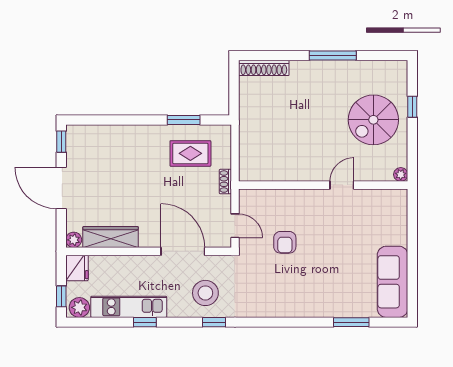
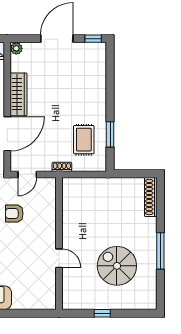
window: (412, 107) -> (102, 313), moved
spiral stairs: (373, 120) -> (117, 266), moved
plant: (401, 174) -> (67, 304), removed
wardrobe: (111, 237) -> (18, 94), moved

